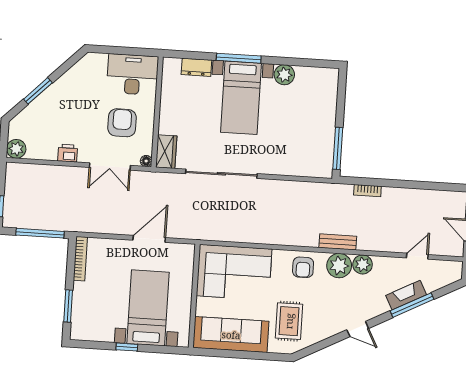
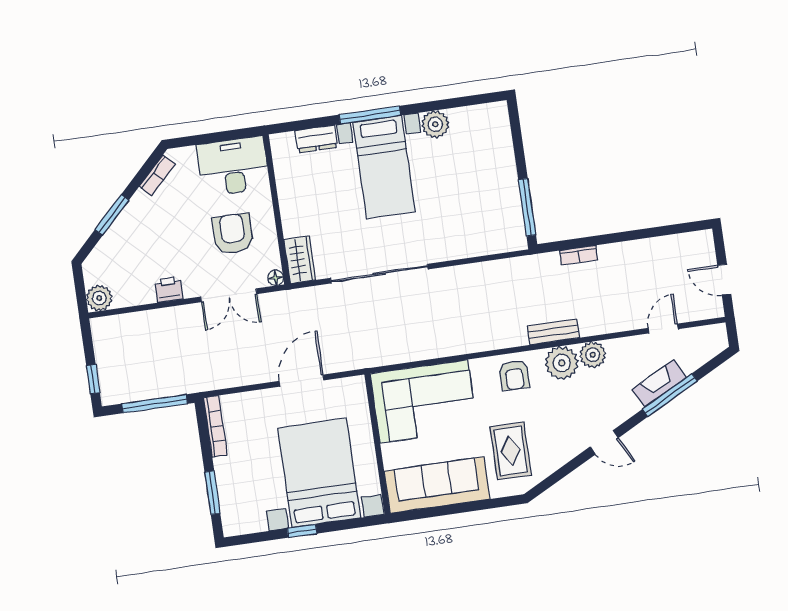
bookcase: (77, 69) -> (157, 175), added
bed with nightstands: (148, 308) -> (319, 473), width x1.36

